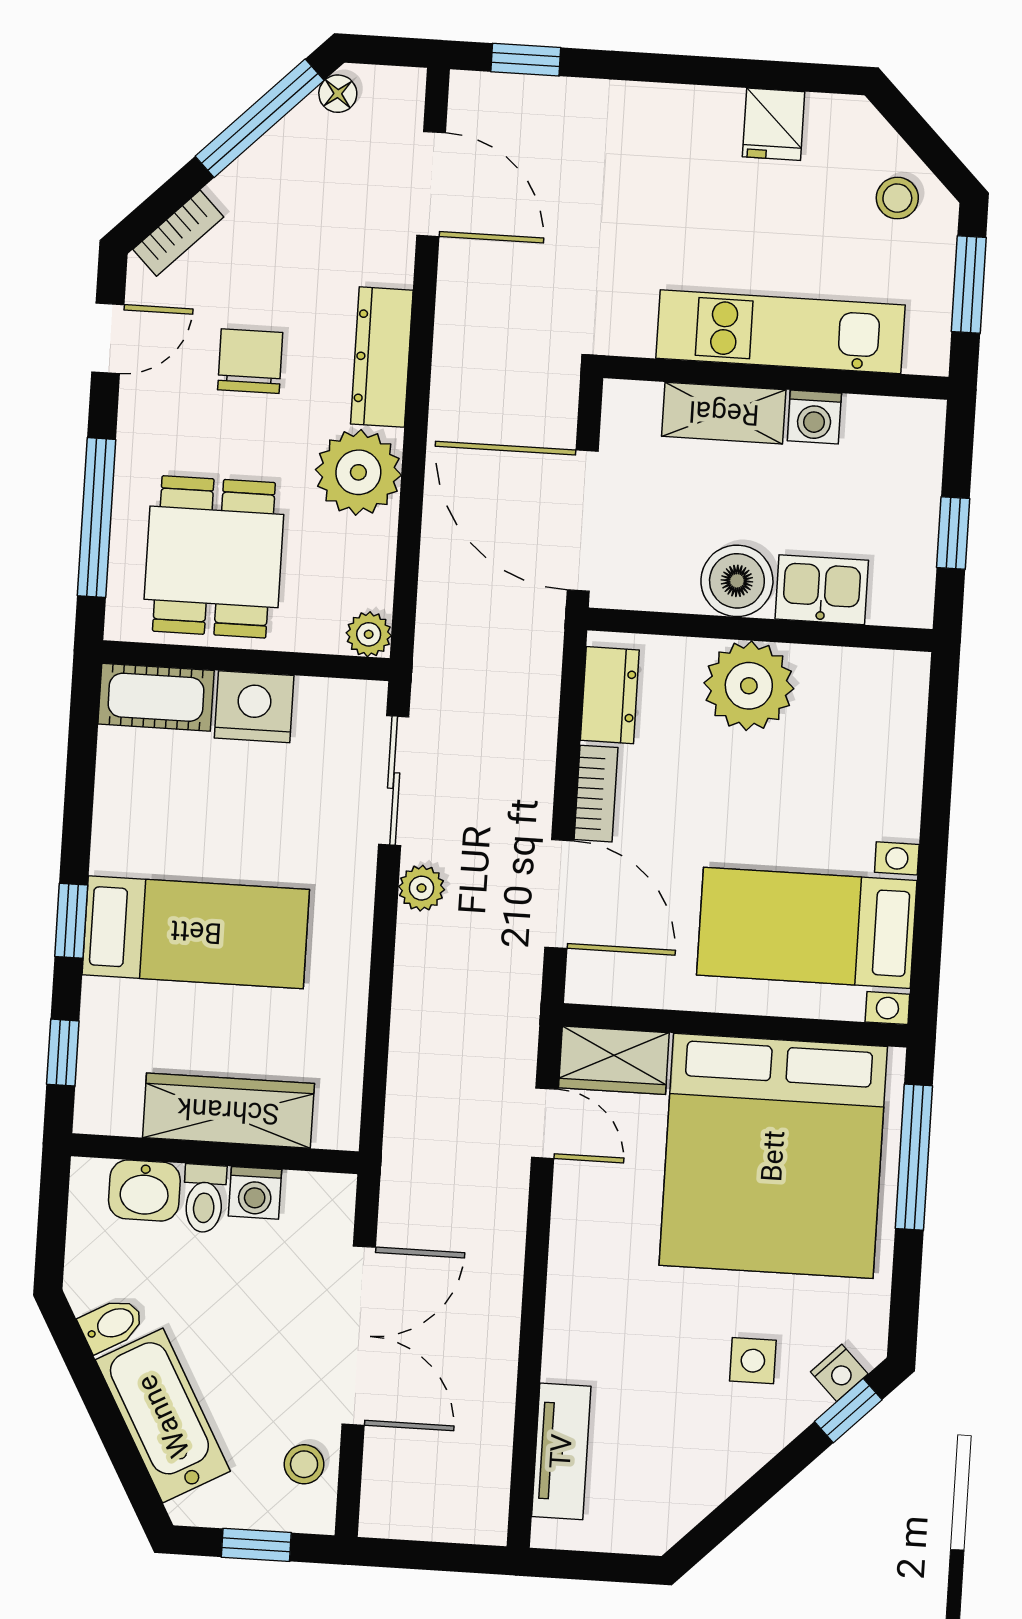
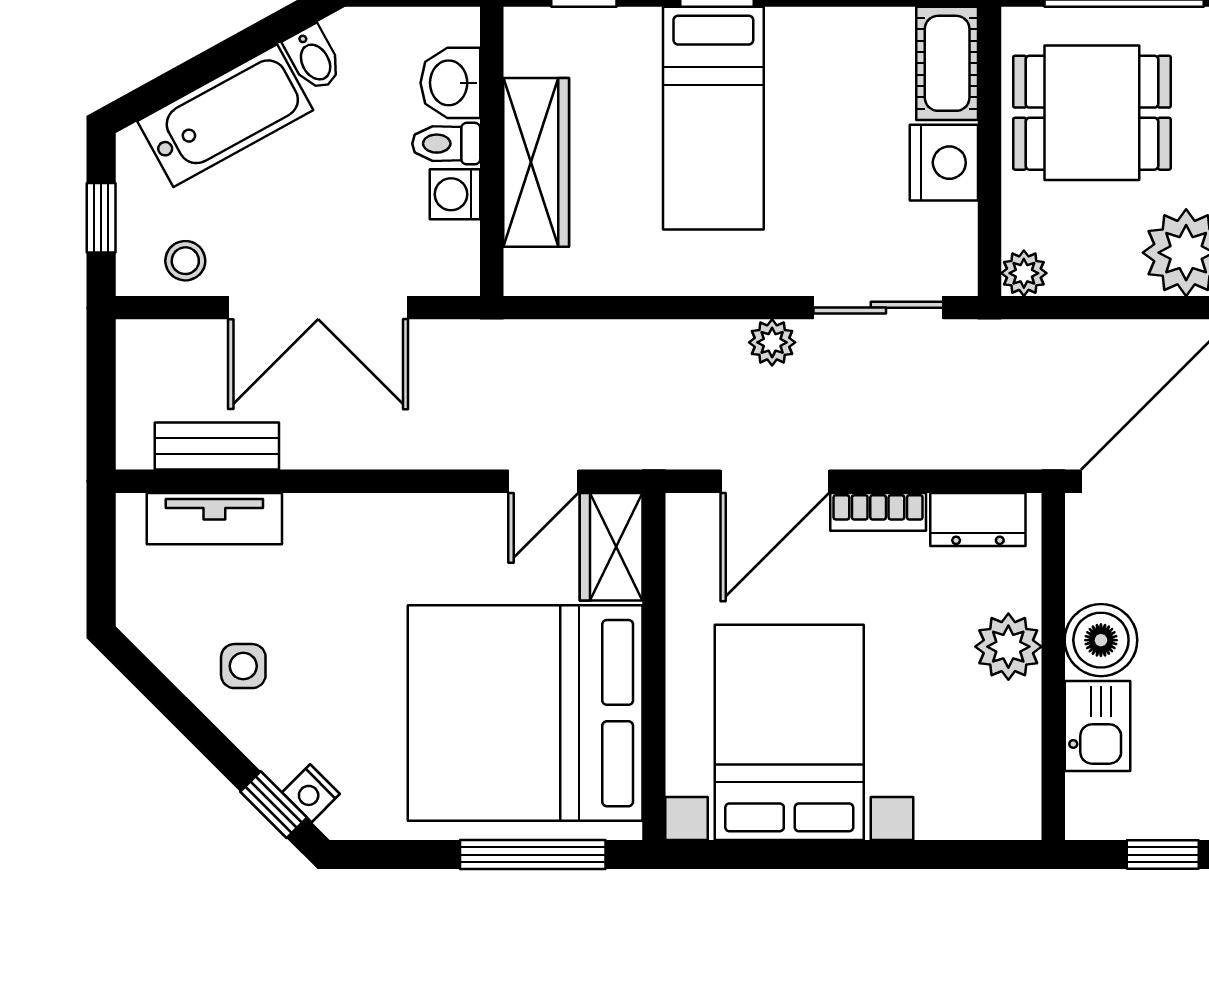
plant: (749, 686) -> (1008, 647), width x0.73, depth x0.73
bed with nightstands: (807, 928) -> (789, 732), width x1.36
side table: (753, 1361) -> (243, 666), moved
bench: (490, 1444) -> (217, 446), added

